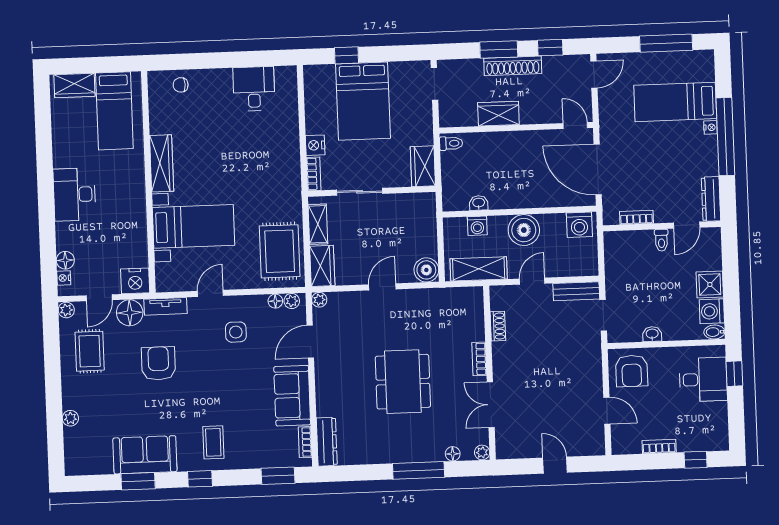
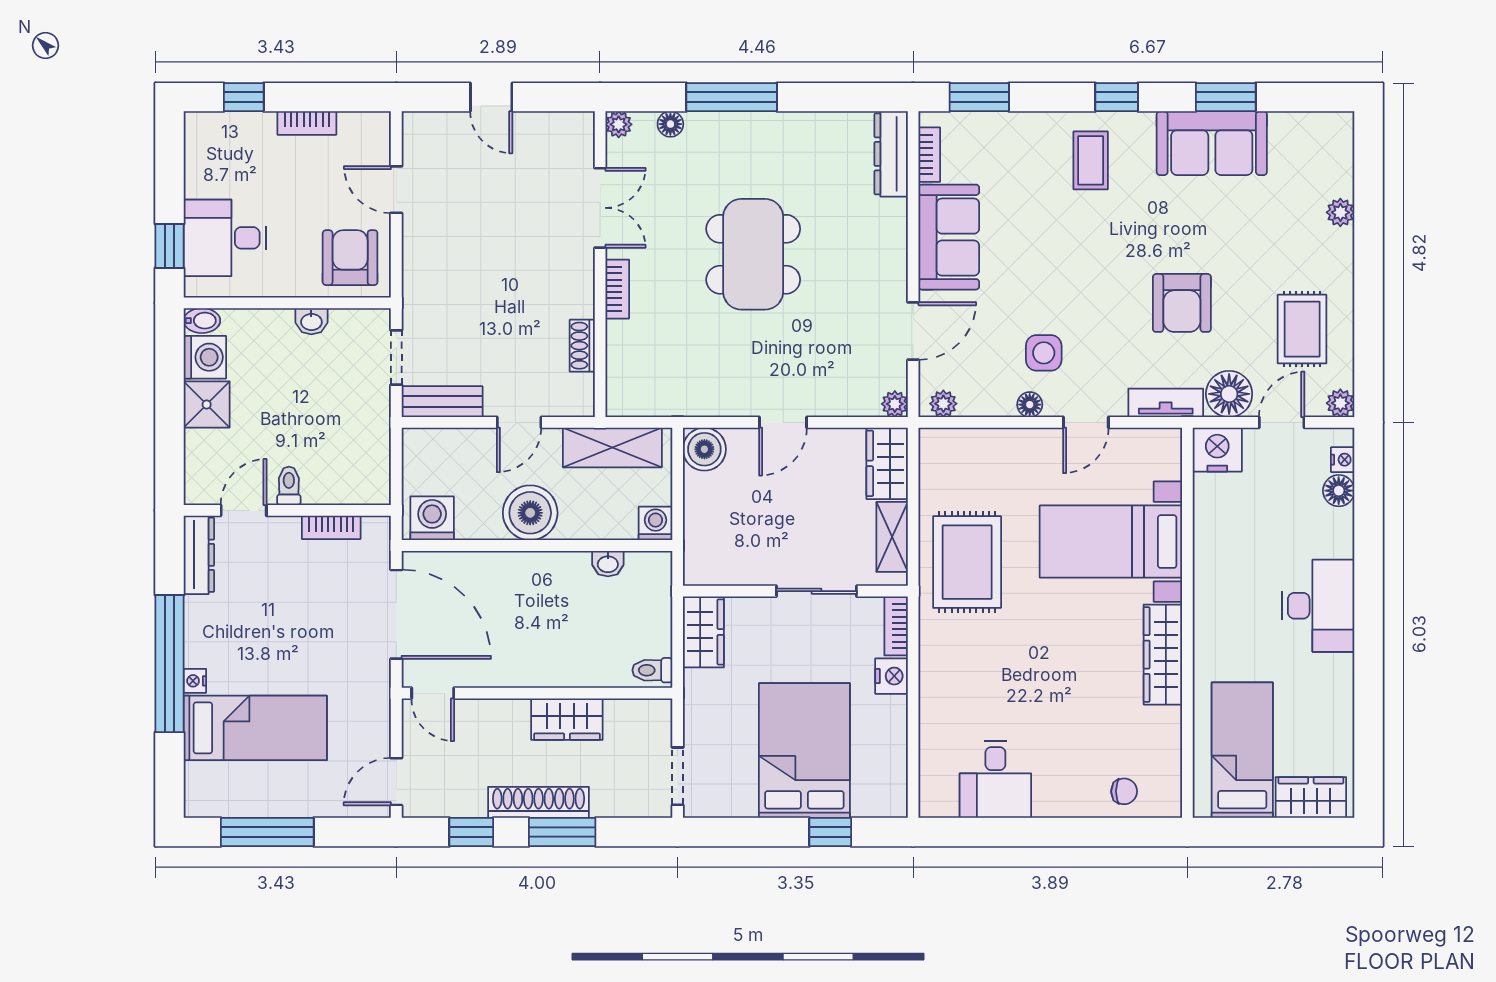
washing machine: (477, 226) -> (655, 523), moved
rug: (280, 251) -> (967, 562), moved
floor lamp: (275, 301) -> (1030, 405), moved

